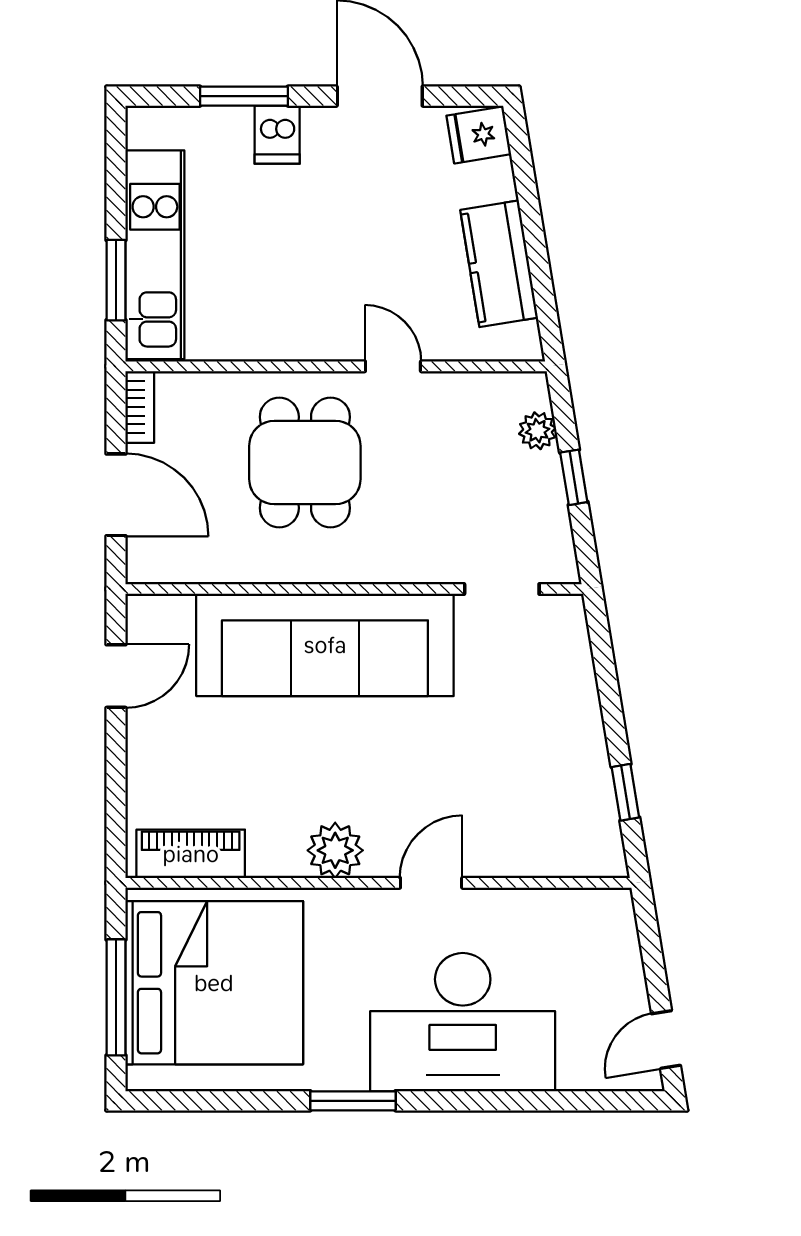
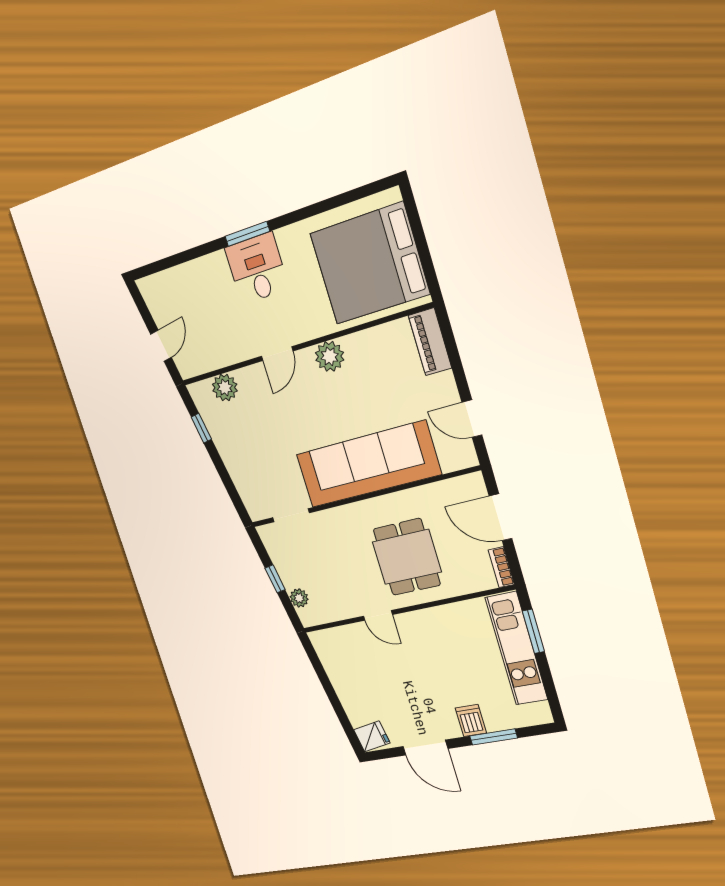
kitchen counter: (499, 264) -> (343, 676), removed
door: (116, 676) -> (472, 419), hinge flipped
plant: (553, 852) -> (225, 388), added
piano: (191, 854) -> (430, 342), moved, turned 90
window: (116, 997) -> (420, 237), removed
desk: (463, 1022) -> (257, 268), width x0.53, depth x0.77
door: (666, 1040) -> (161, 346), moved
window: (353, 1101) -> (247, 234), moved

